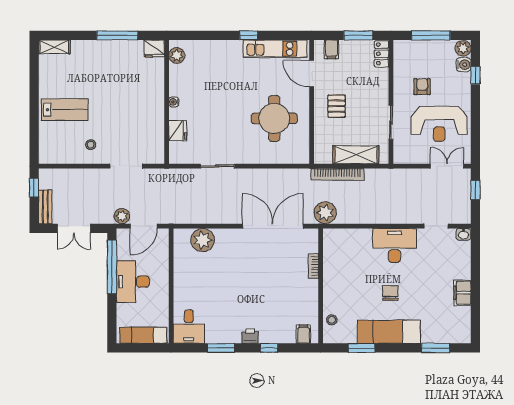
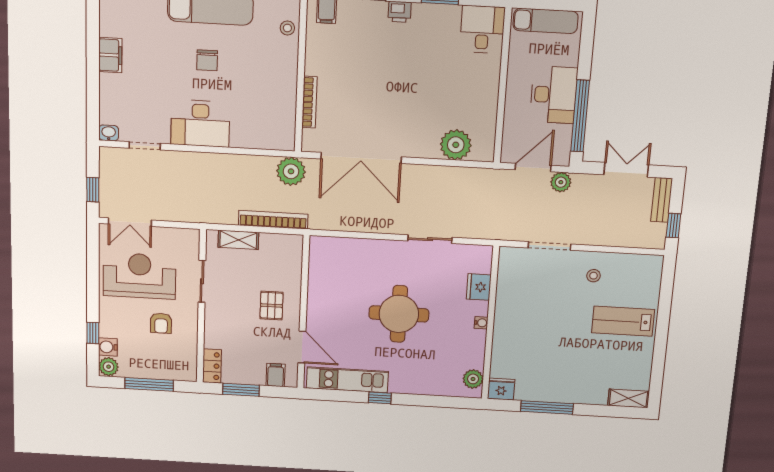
round table: (274, 118) -> (399, 314), moved
shelving: (356, 155) -> (238, 240), width x0.67, depth x0.75
bookcase: (313, 266) -> (309, 102), width x1.56

